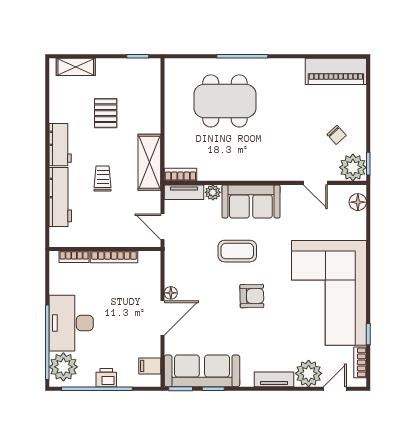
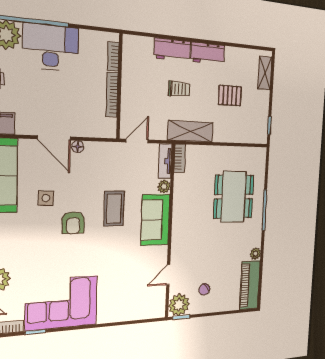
plant: (296, 66) -> (255, 254), added
workbench: (60, 197) -> (172, 50), width x0.73
floor lamp: (358, 202) -> (152, 311), removed
corner sofa: (329, 293) -> (62, 303), width x0.73, depth x0.74
side table: (225, 325) -> (46, 198), added

